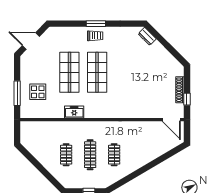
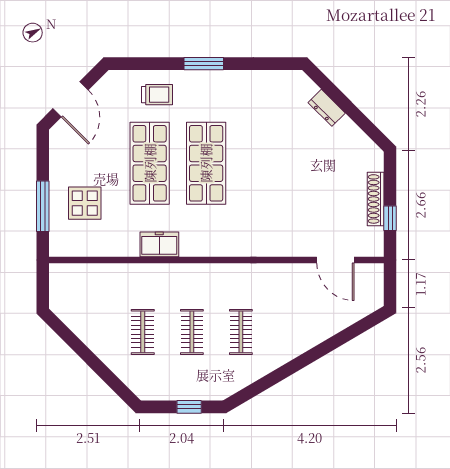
trolley: (95, 36) -> (157, 95), moved
dresser: (147, 36) -> (327, 108), moved
door: (31, 41) -> (71, 99), swing flipped
door: (171, 120) -> (335, 260), moved
clothes rail: (90, 155) -> (192, 332), width x0.73

